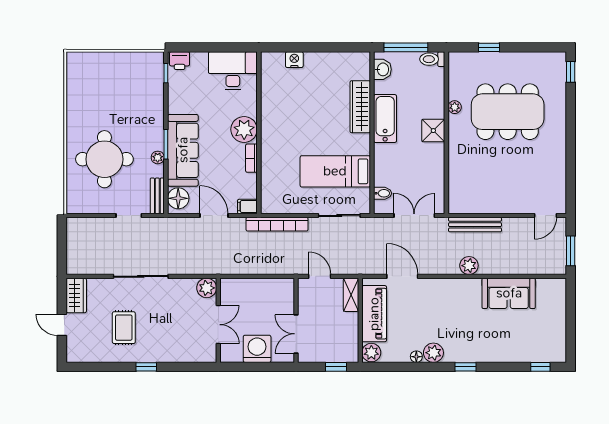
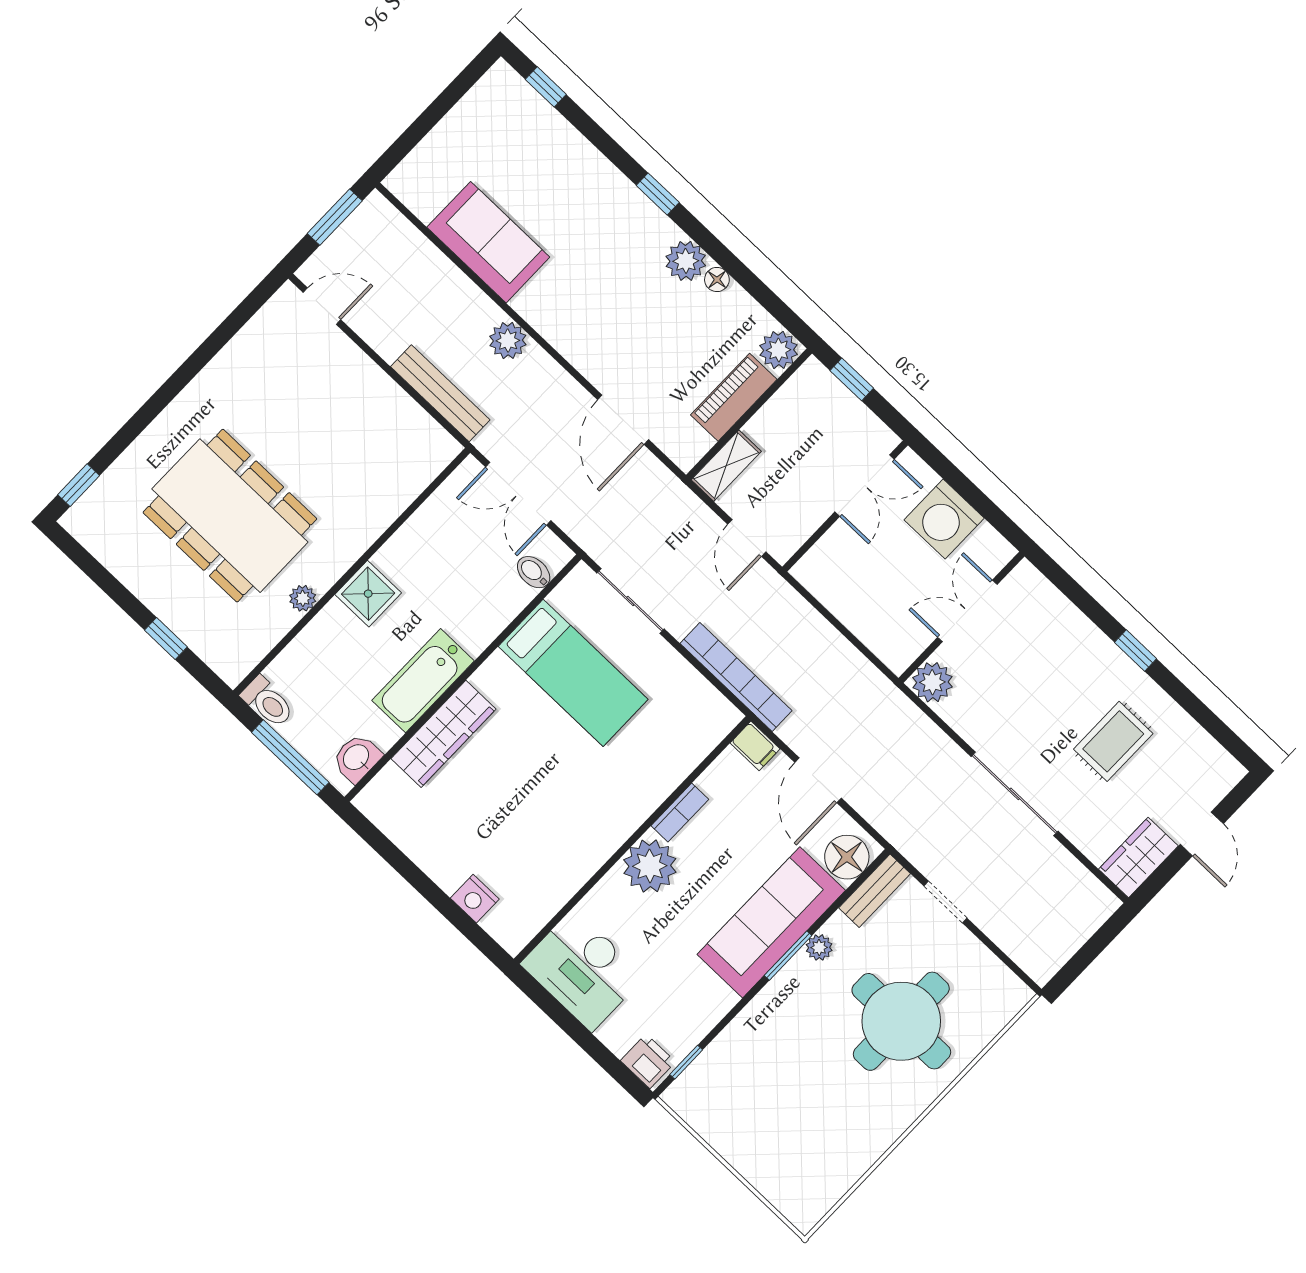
piano: (374, 314) -> (734, 397), width x0.73, depth x0.75

